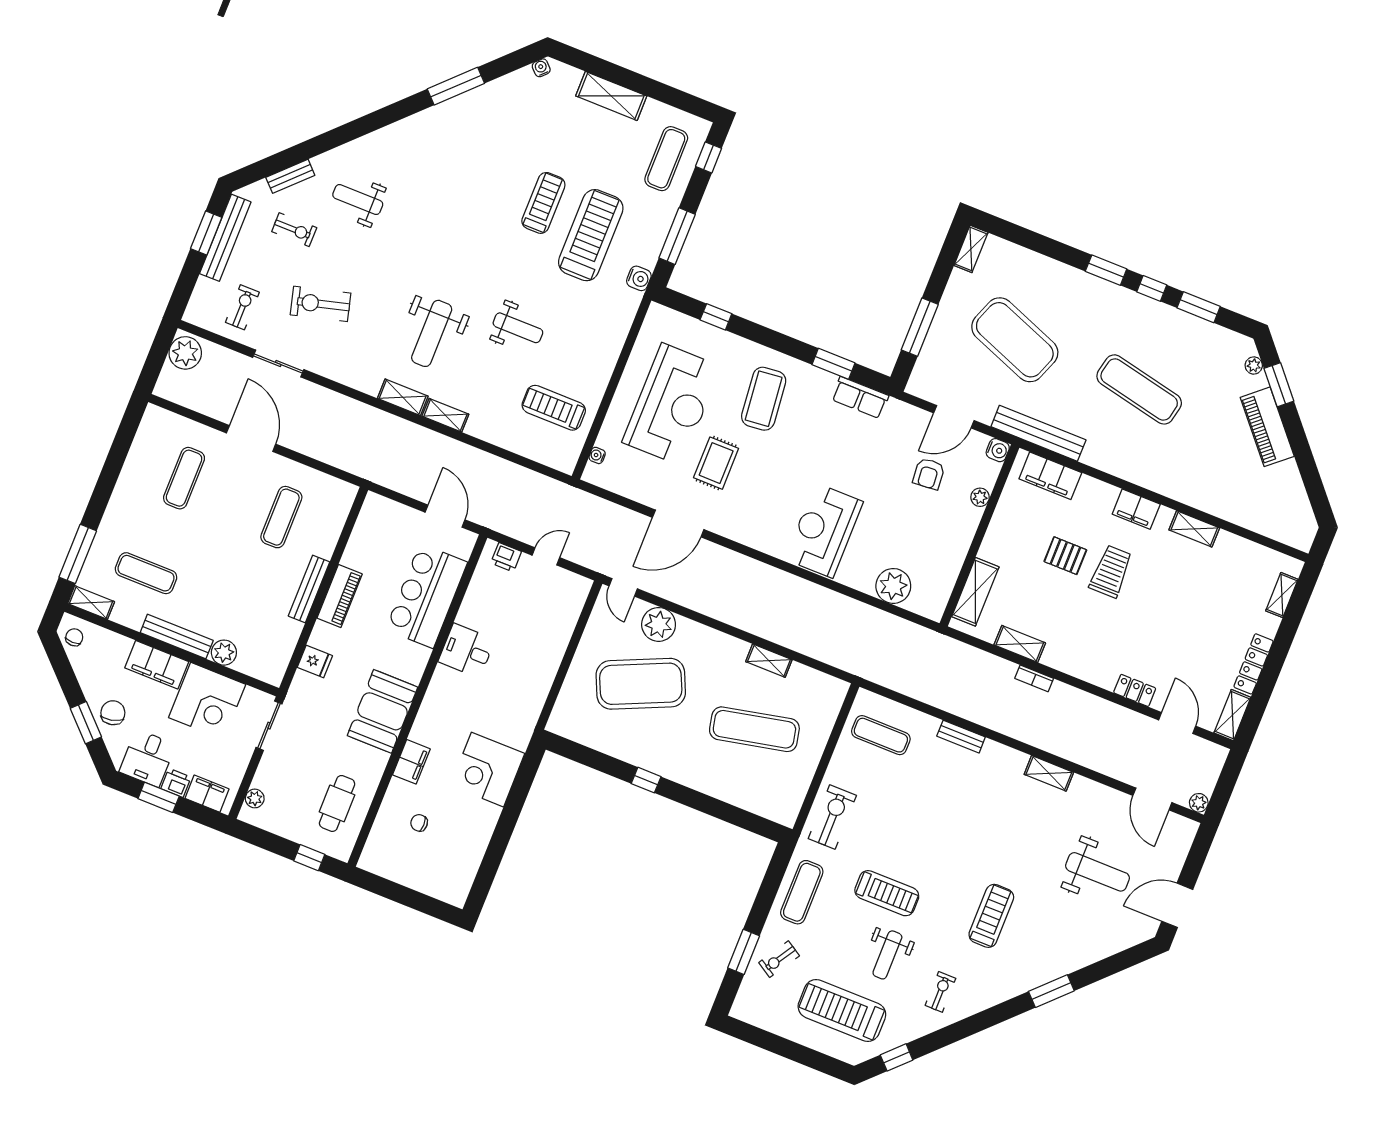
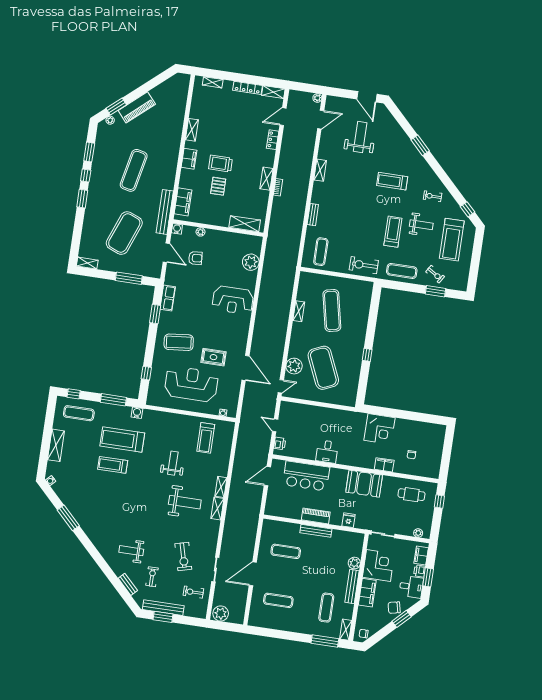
weight bench: (358, 200) -> (131, 551), turned 90
shelving: (1020, 644) -> (267, 179), moved

